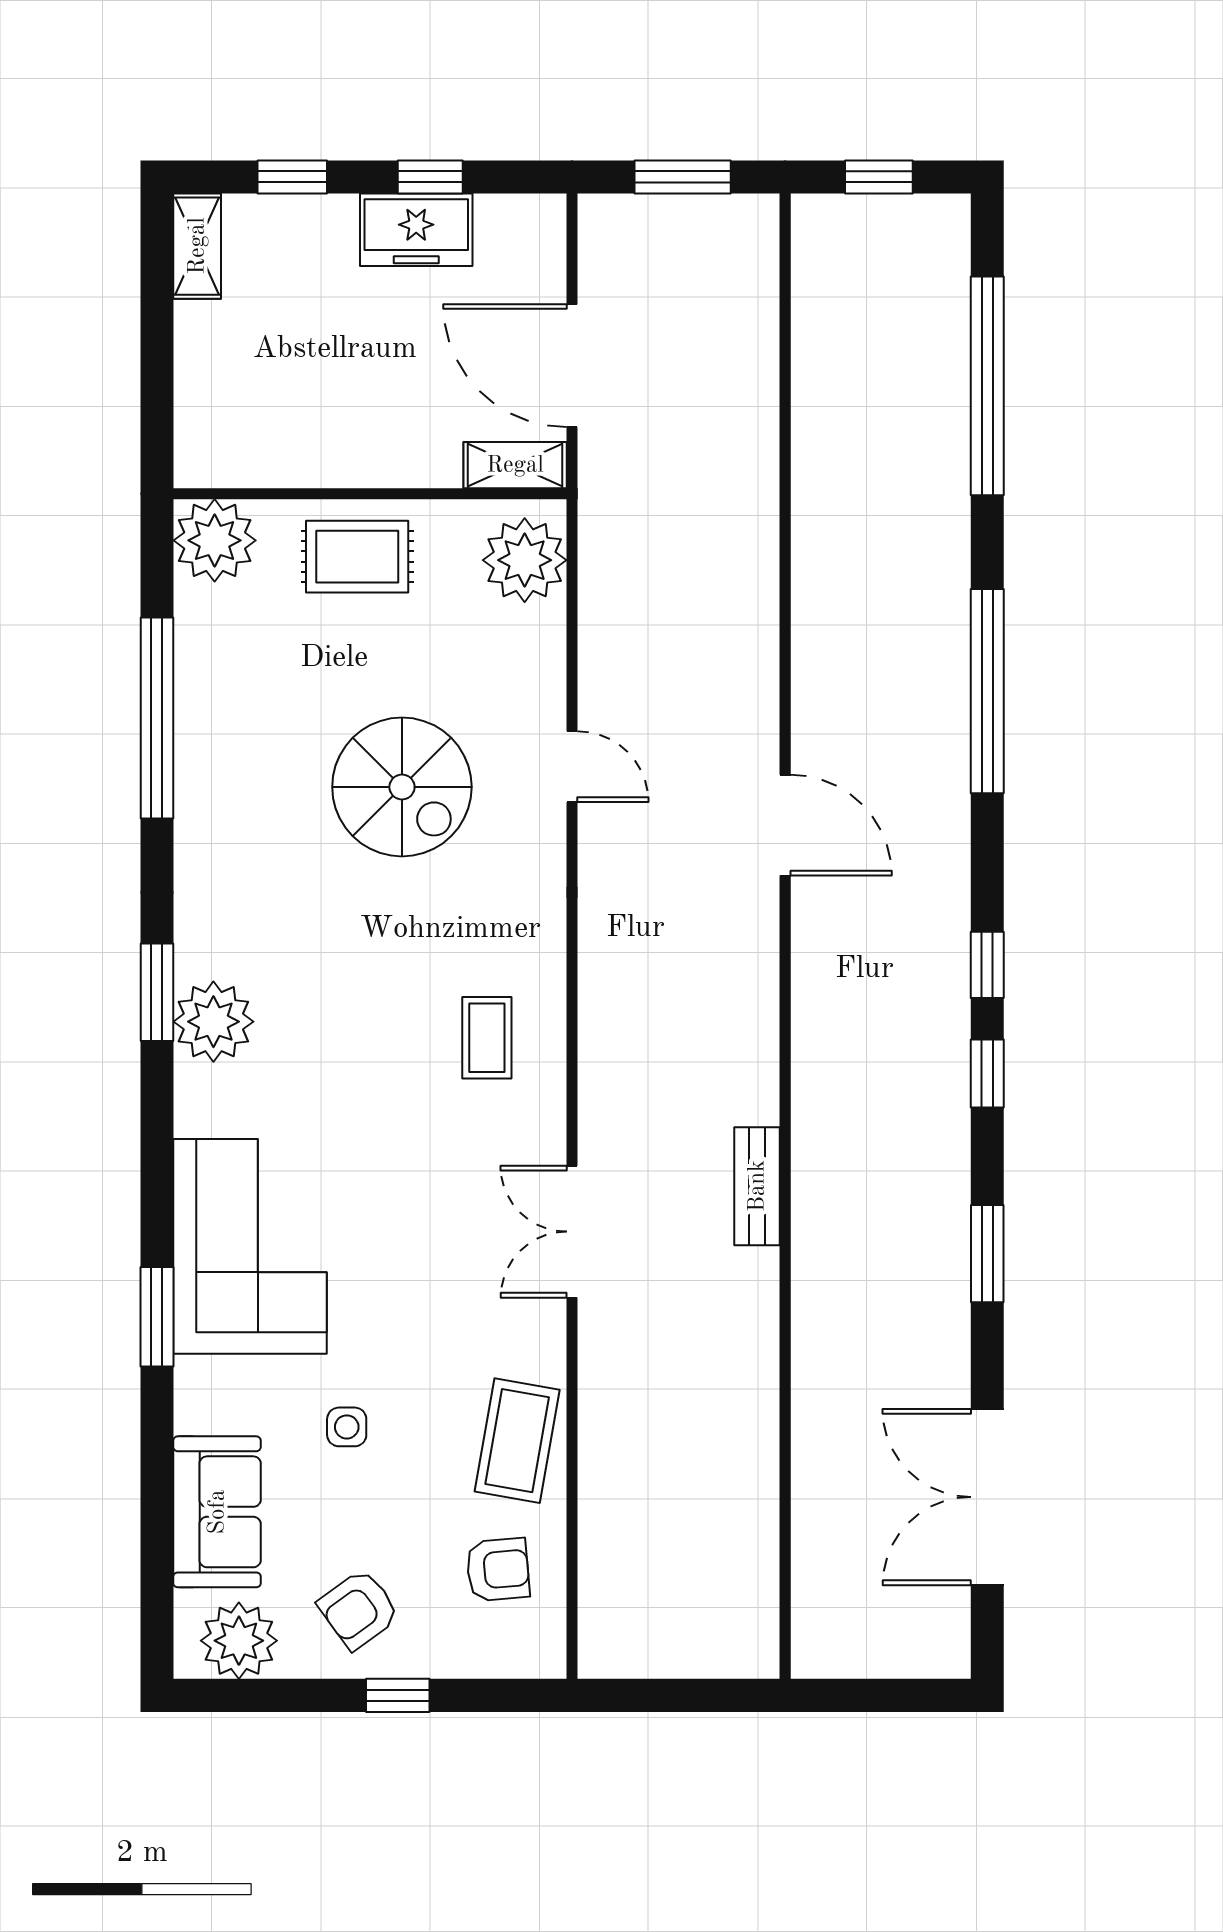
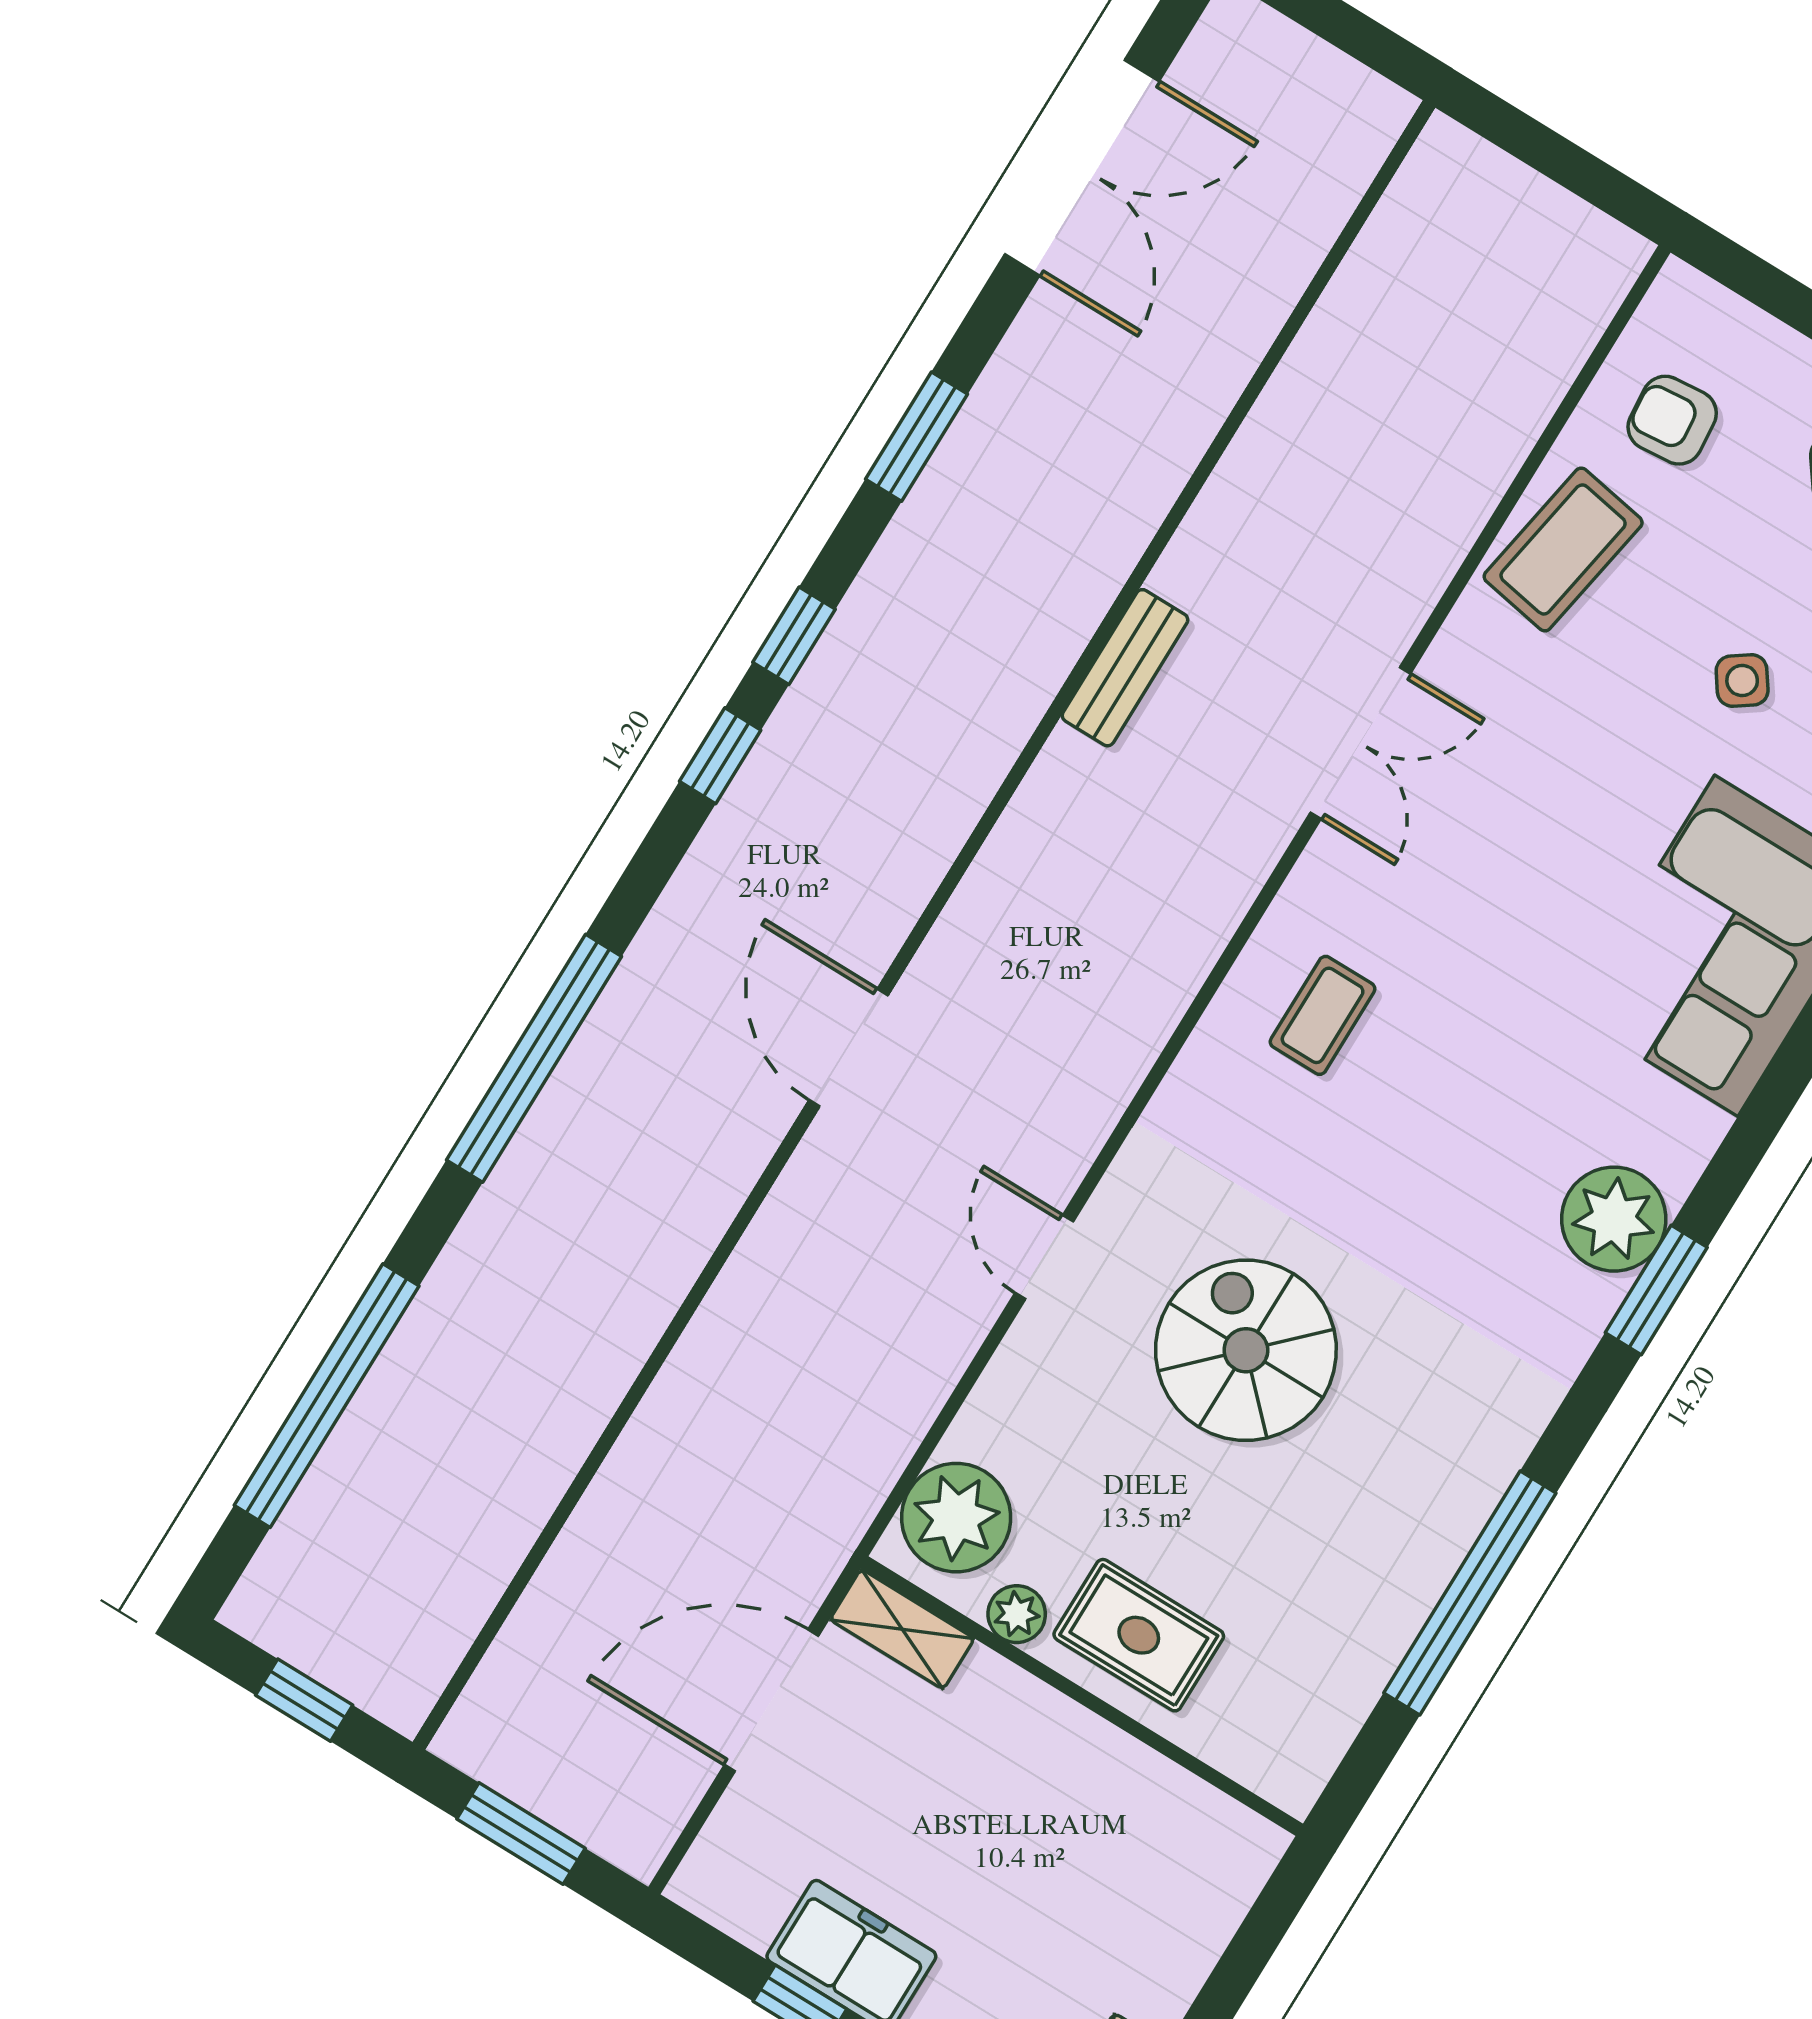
door: (572, 366) -> (771, 1700), swing flipped
plant: (215, 540) -> (1017, 1614), moved, width x0.53, depth x0.53
side table: (347, 1427) -> (1742, 681), turned -35

